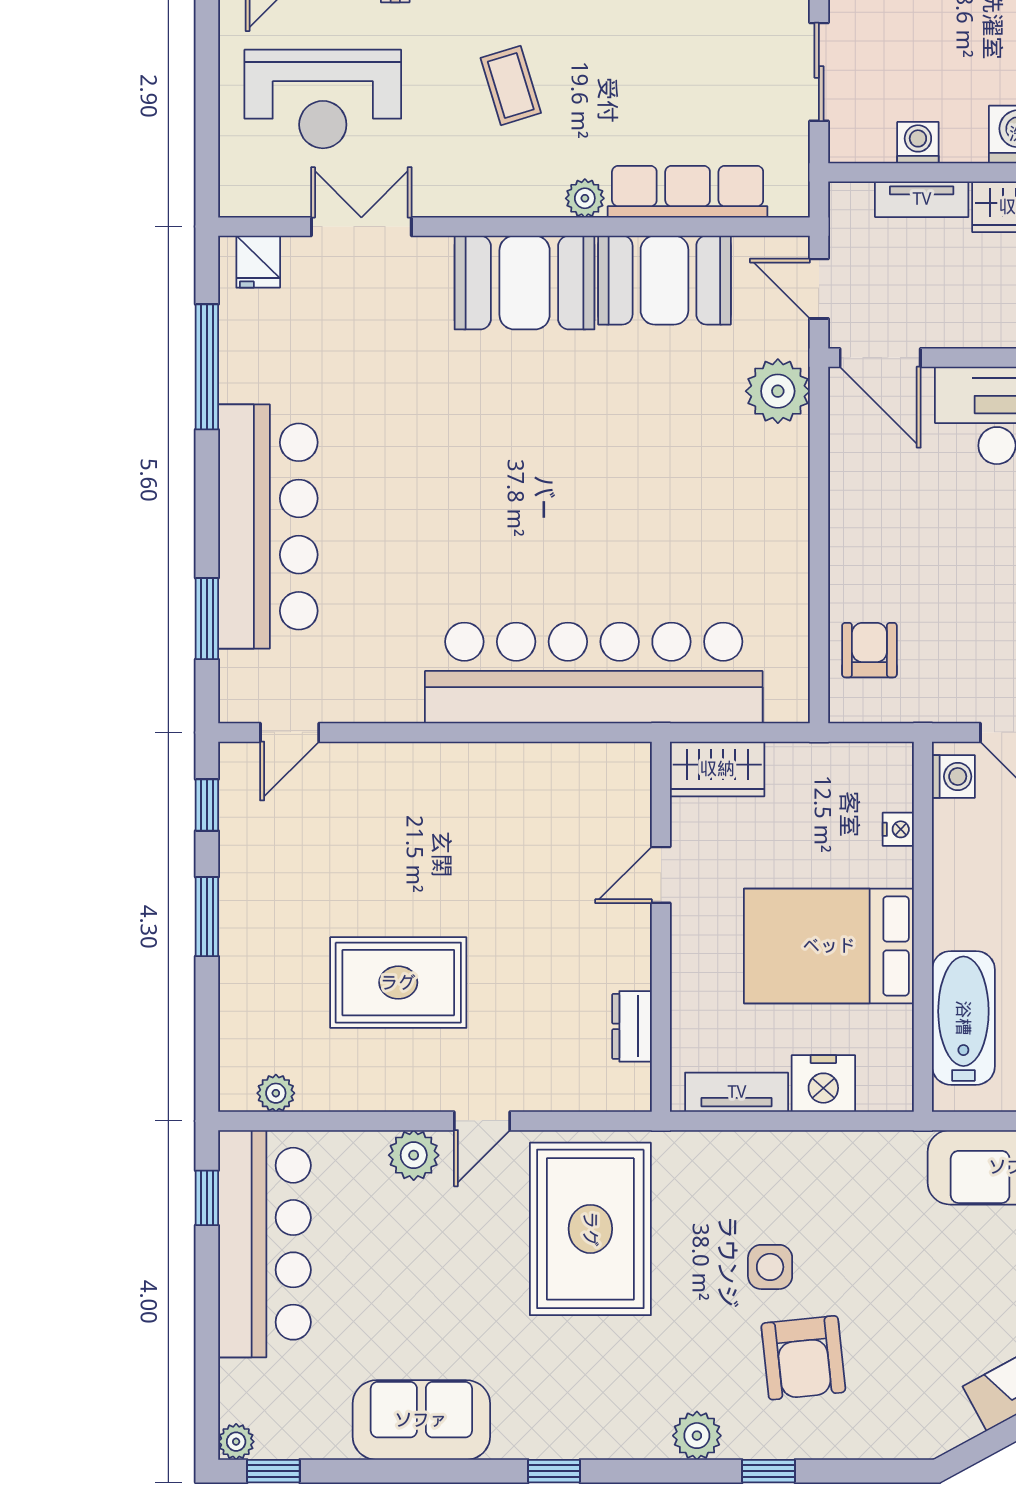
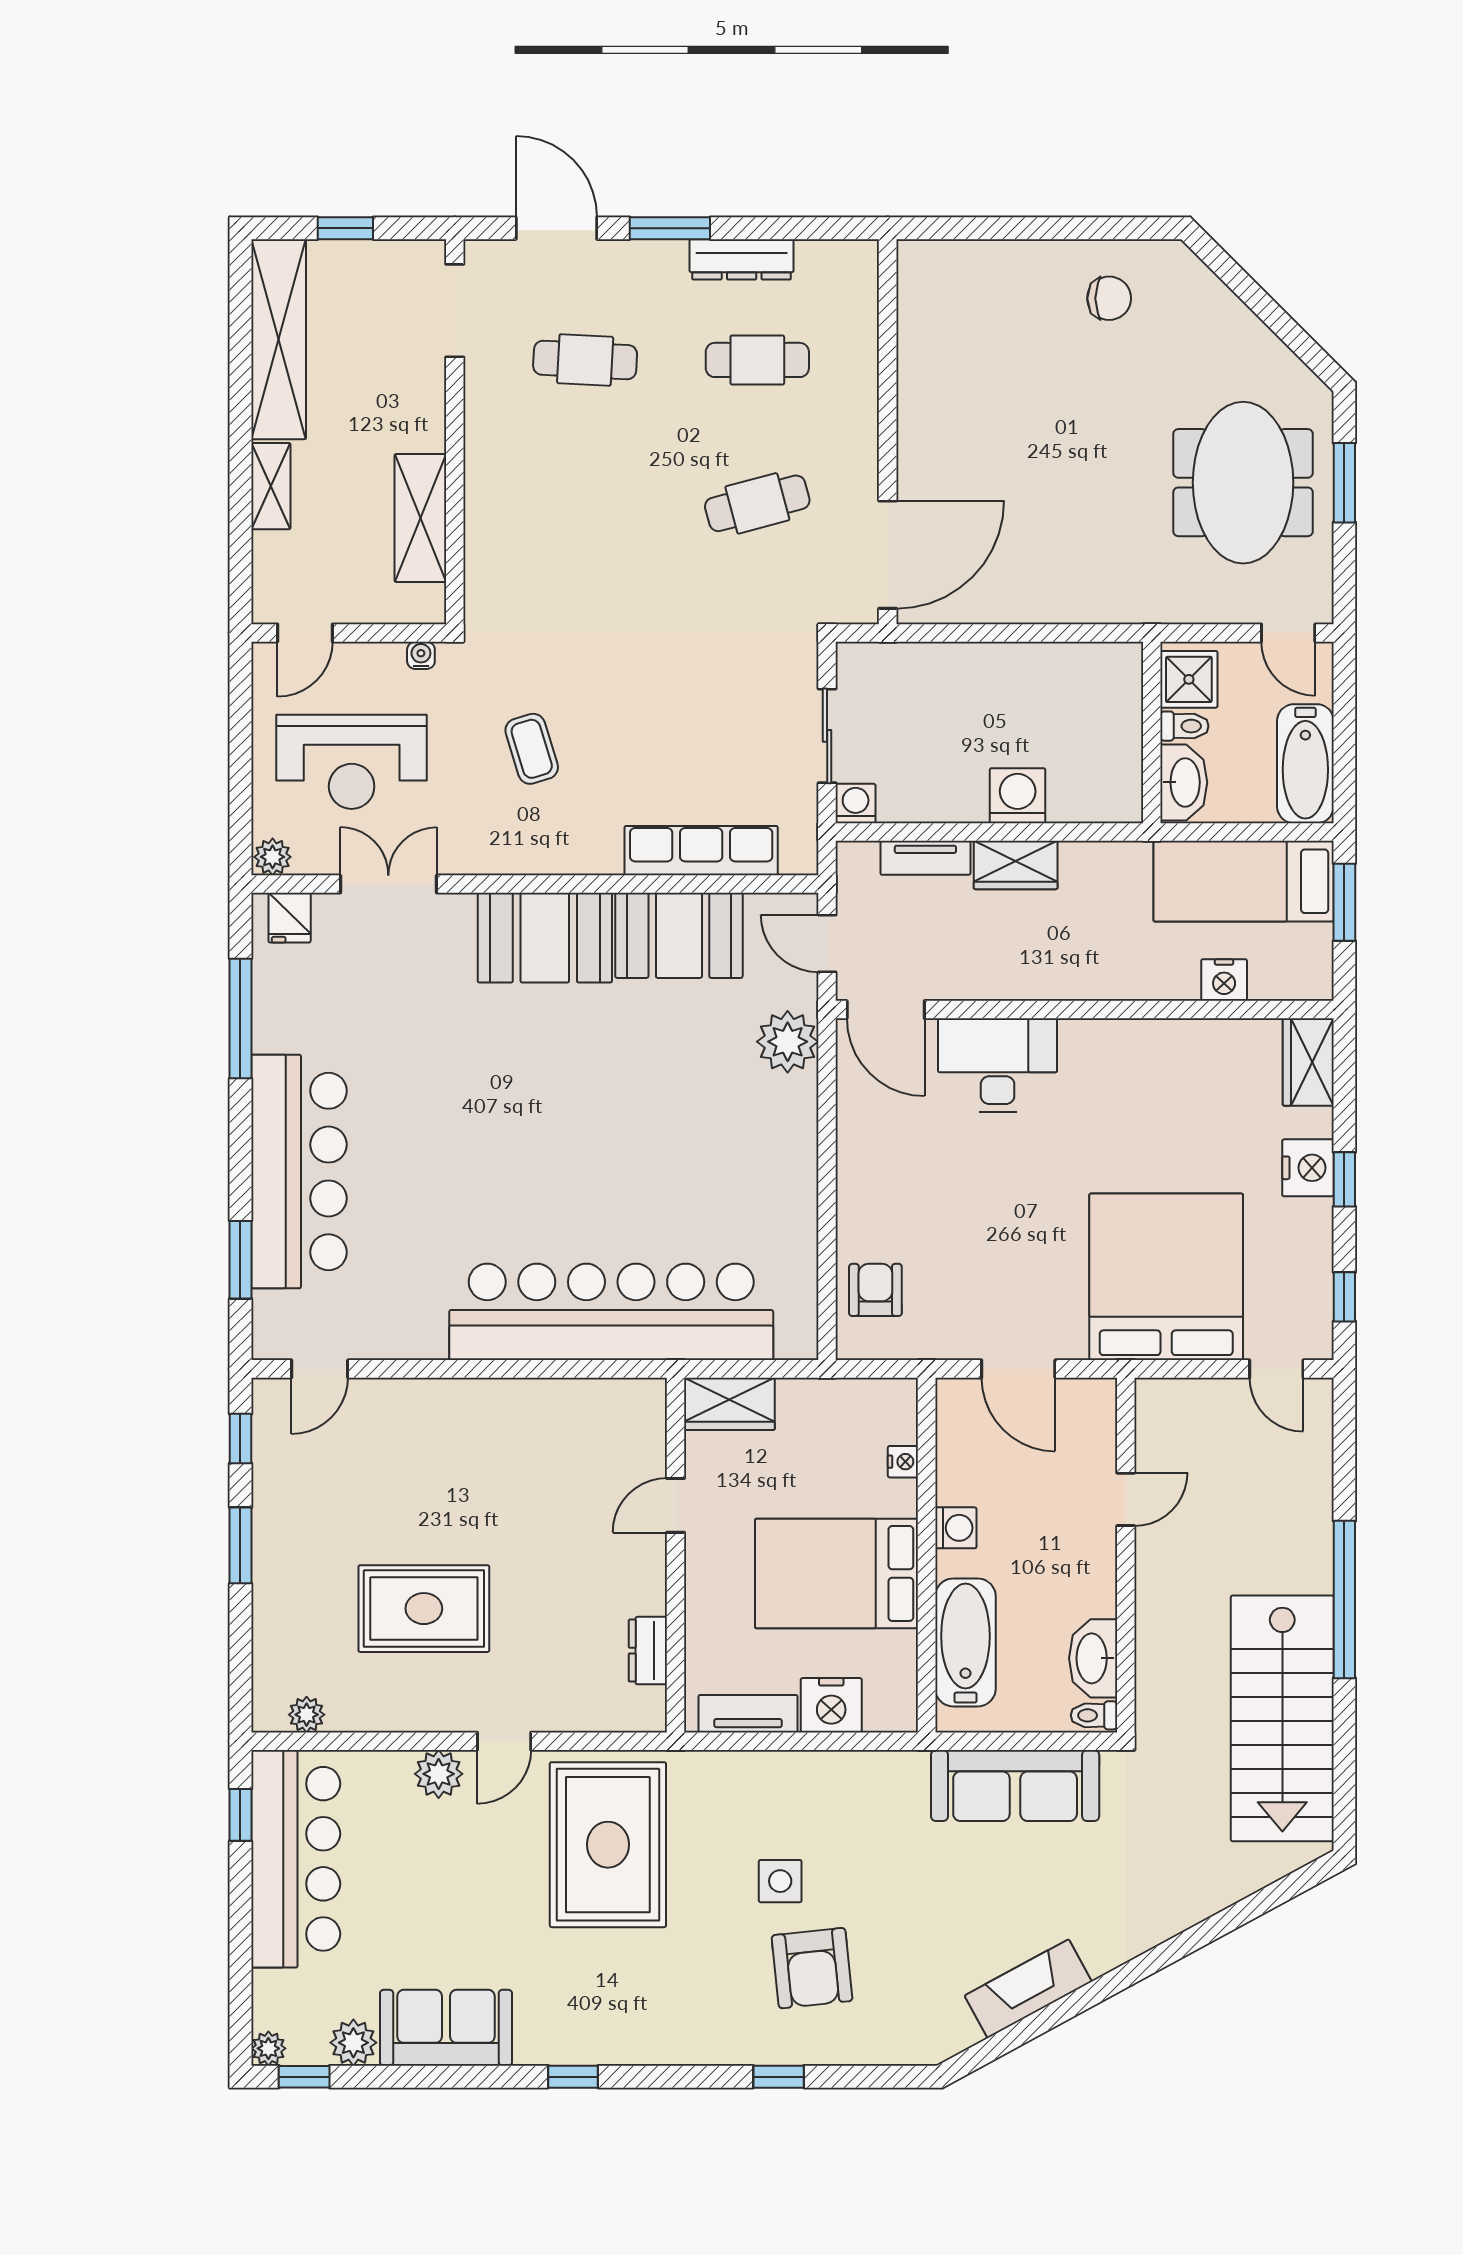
washing machine: (918, 143) -> (856, 804), moved
plant: (585, 198) -> (273, 857), moved
washing machine: (953, 776) -> (956, 1528), moved
plant: (697, 1436) -> (353, 2043), moved

